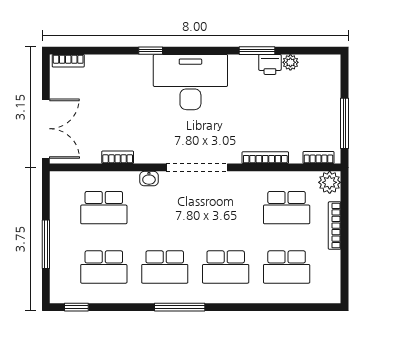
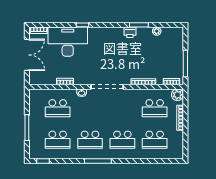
printer: (270, 64) -> (130, 32), moved
desk: (190, 82) -> (68, 42), moved
double door: (46, 129) -> (27, 55), moved

